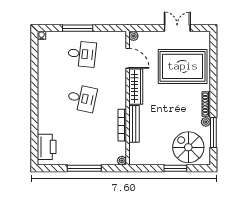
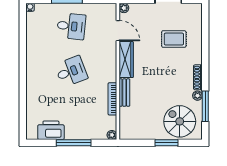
rug: (183, 66) -> (174, 39), width x0.54, depth x0.49
desk: (82, 98) -> (71, 71), turned -33
bench: (134, 124) -> (124, 93), width x0.73
printer: (47, 147) -> (51, 130), moved, turned -90

